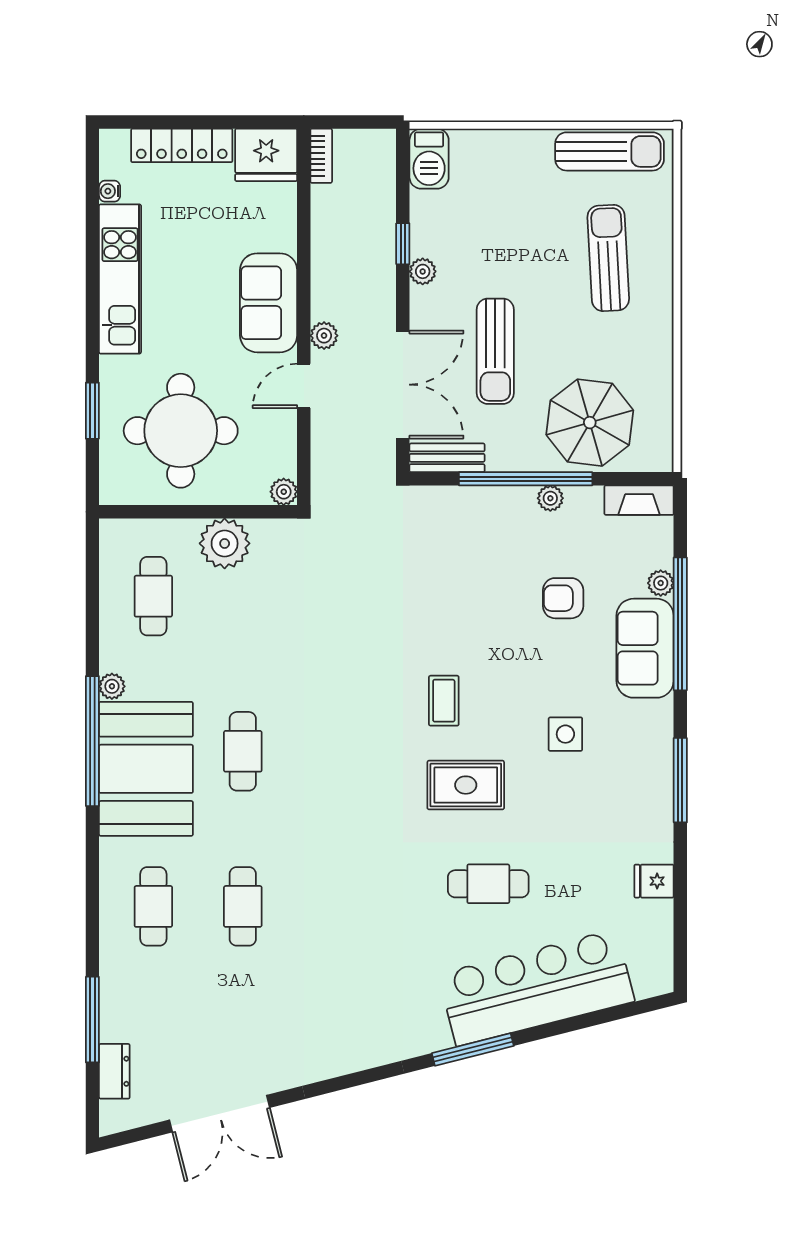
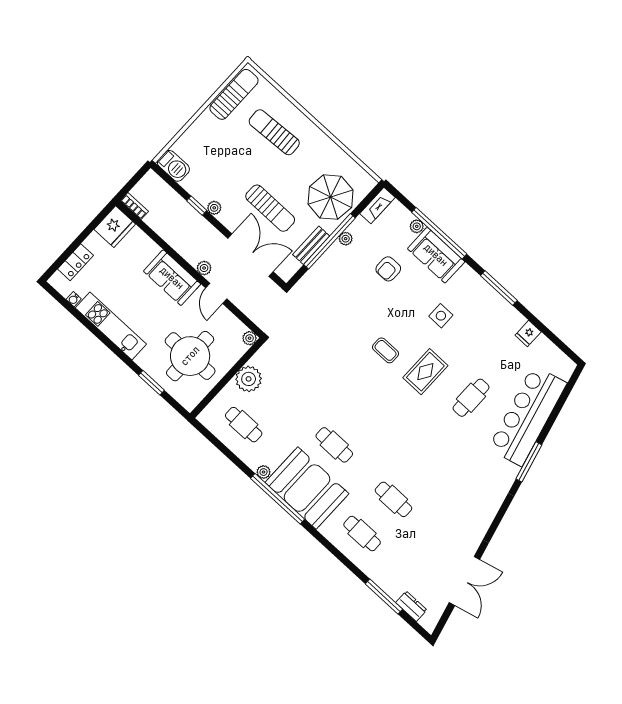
locker: (182, 145) -> (75, 262), width x0.66
bench: (447, 458) -> (311, 245), moved

